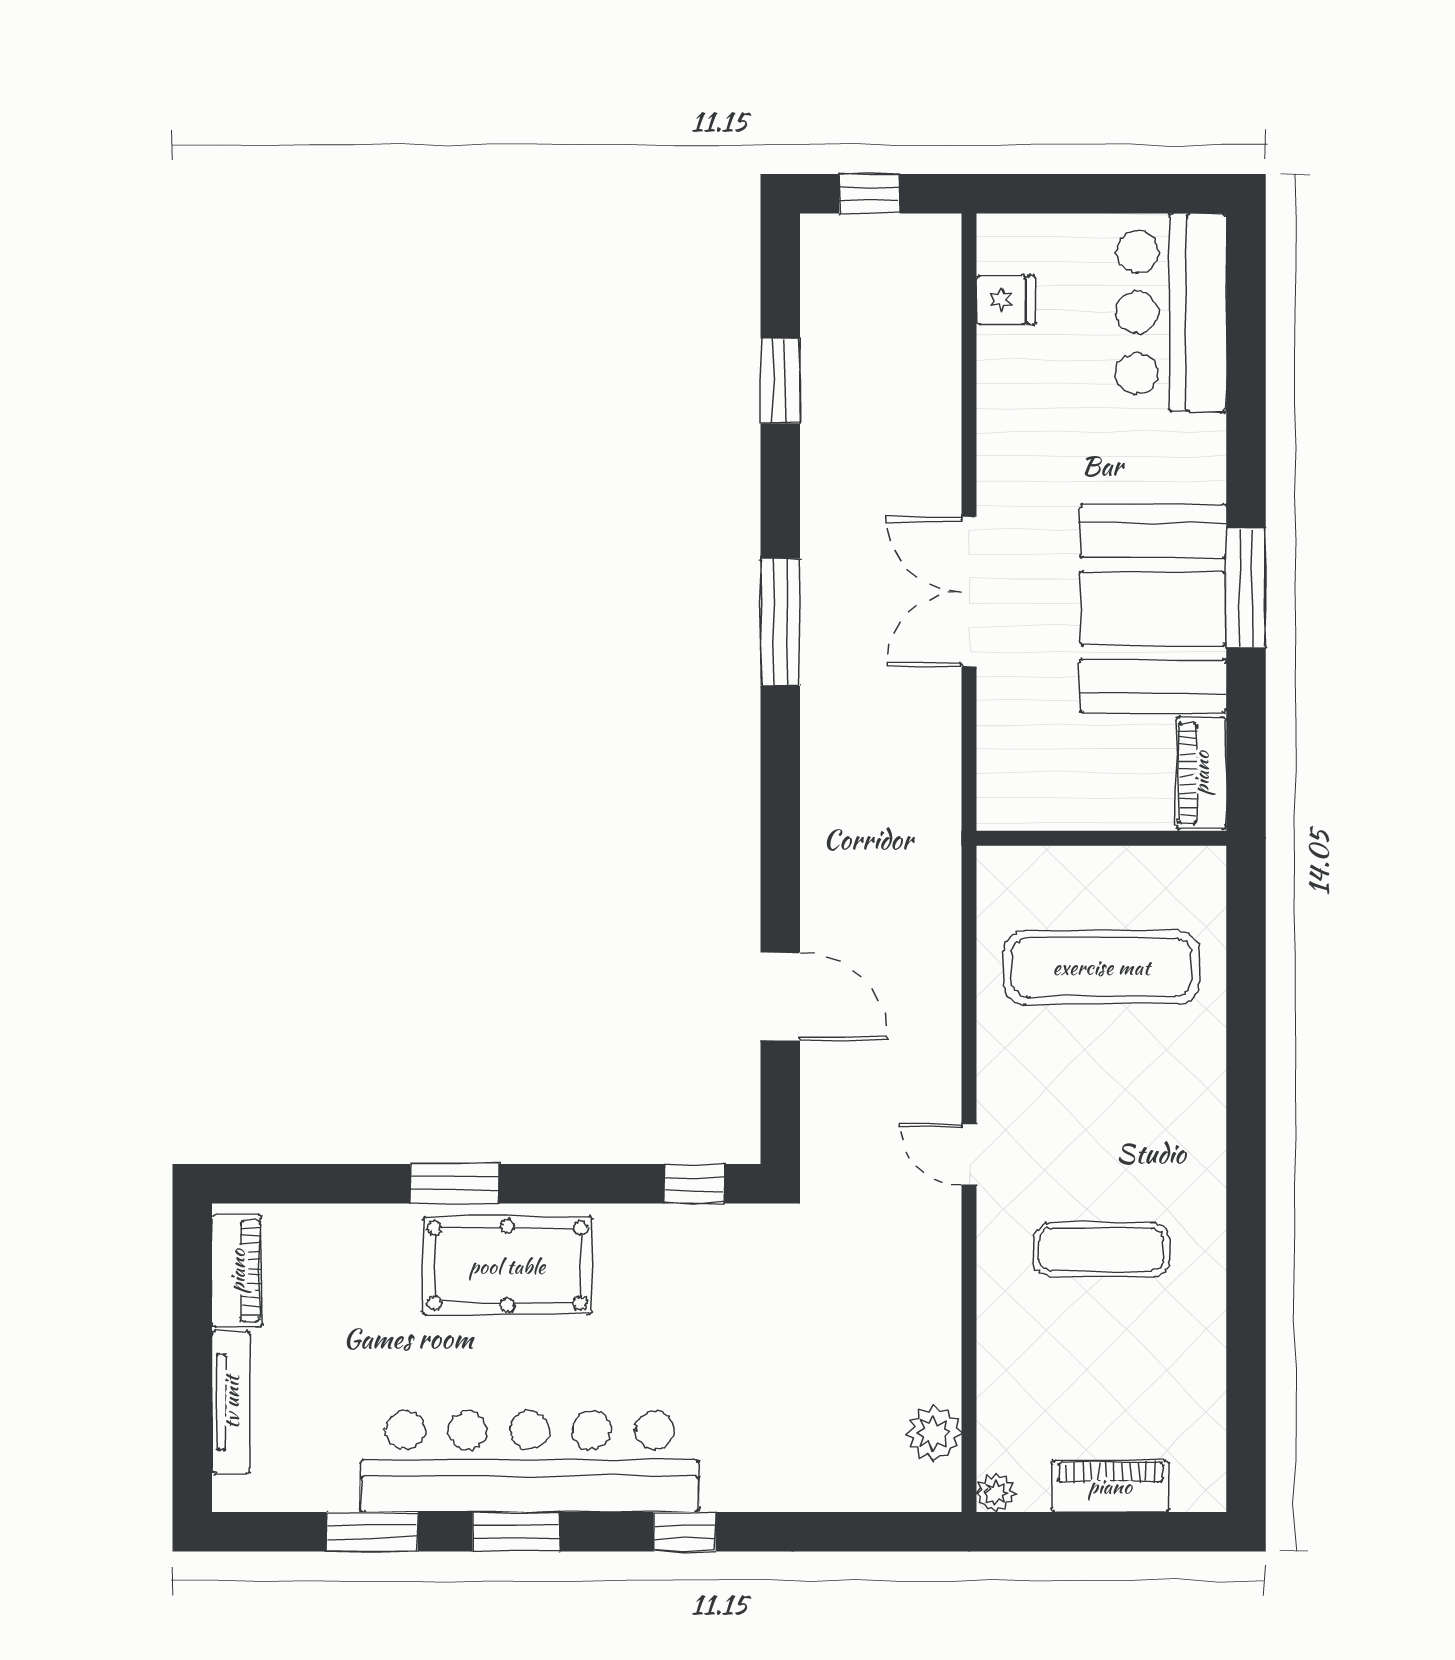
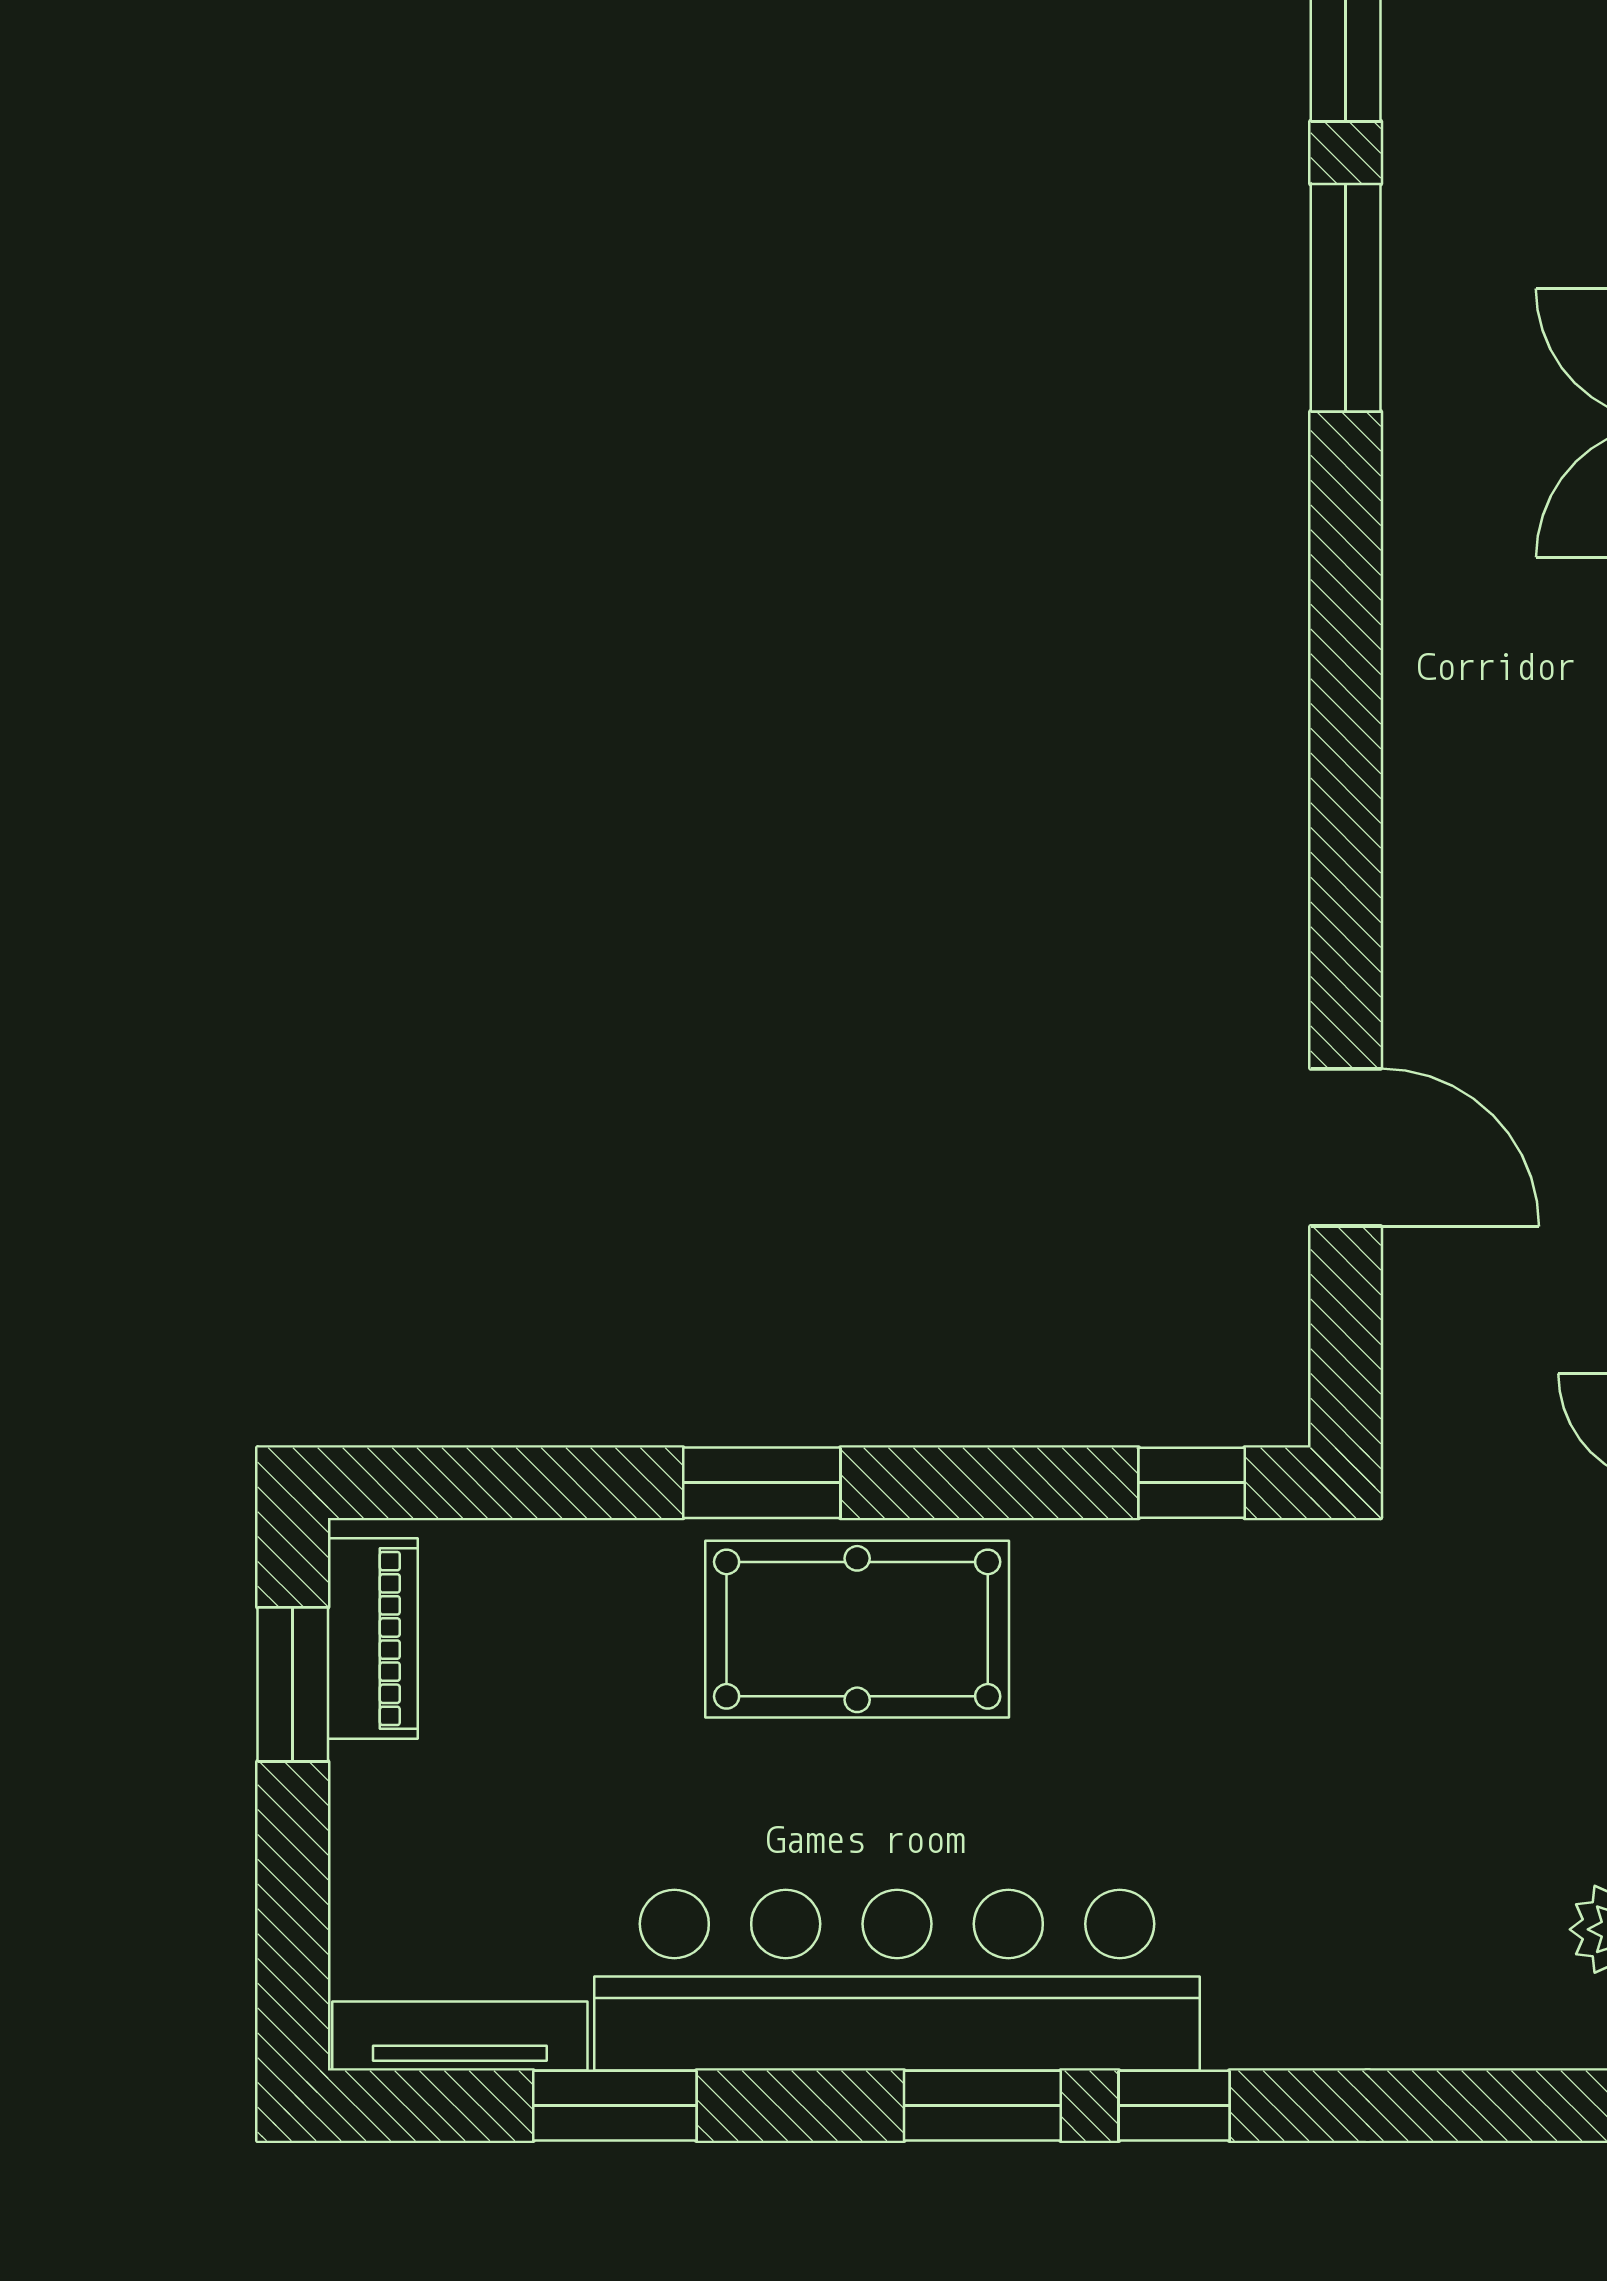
window: (780, 622) -> (1346, 298), moved
window: (192, 1296) -> (293, 1684), added
tv unit: (231, 1402) -> (460, 2036), moved, turned -90
window: (516, 1532) -> (982, 2106), moved

